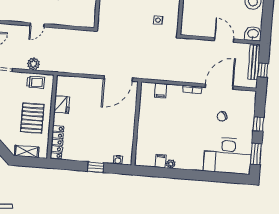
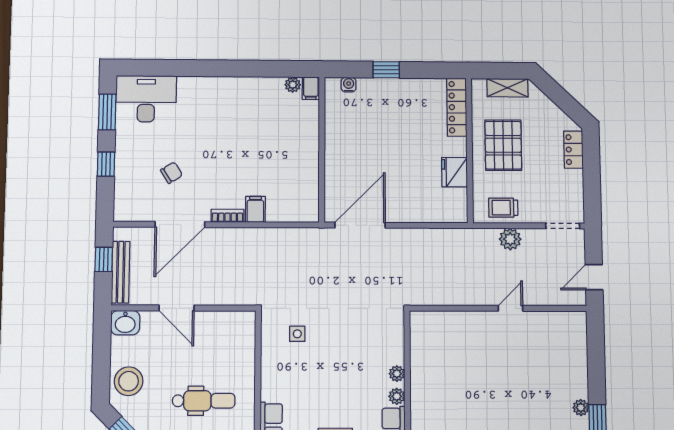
filing cabinet: (161, 91) -> (255, 209), moved
desk: (228, 156) -> (146, 99), width x0.73, depth x0.77
filing cabinet: (160, 161) -> (311, 88), moved
plant: (171, 164) -> (293, 85), moved

